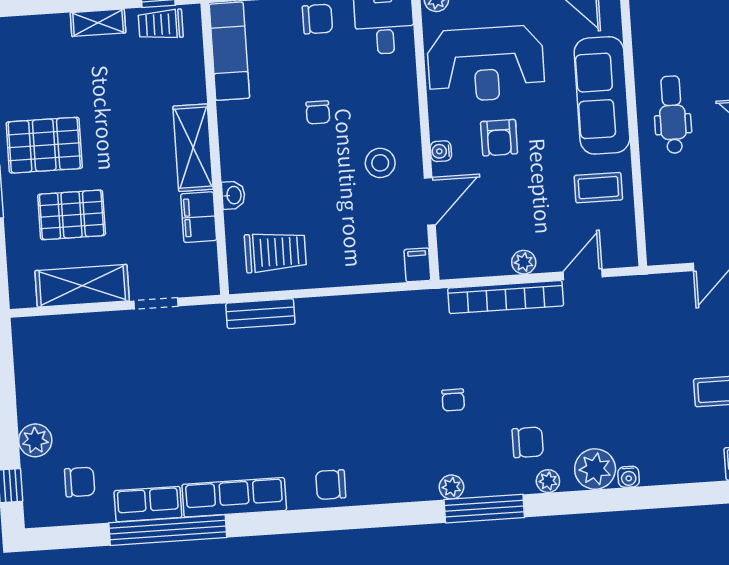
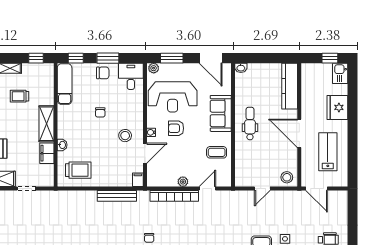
trolley: (161, 24) -> (19, 96), moved
sofa: (602, 95) -> (221, 113), width x0.73
armchair: (499, 138) -> (176, 128), turned 90
bench: (260, 314) -> (117, 196), moved, width x1.36

